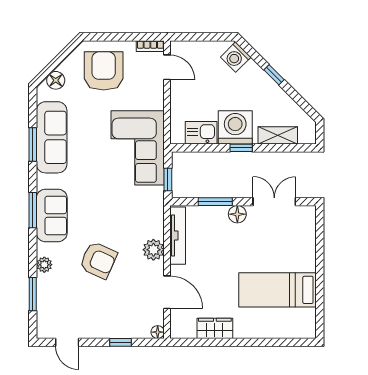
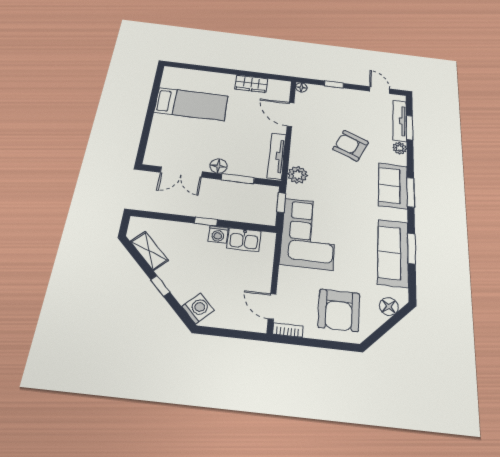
washing machine: (235, 127) -> (218, 234), width x0.53, depth x0.53
shelving: (278, 135) -> (149, 251), moved, turned 45
plant: (153, 250) -> (298, 175), moved
tv unit: (44, 302) -> (400, 121), added

